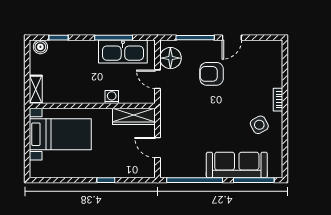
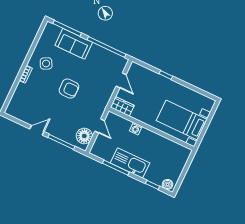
kitchen sink: (123, 51) -> (130, 163), moved
armchair: (212, 74) -> (69, 89), moved
shelving: (36, 89) -> (184, 158), removed
wardrobe: (134, 116) -> (122, 106), width x0.67
sofa: (237, 165) -> (74, 44), width x0.73

